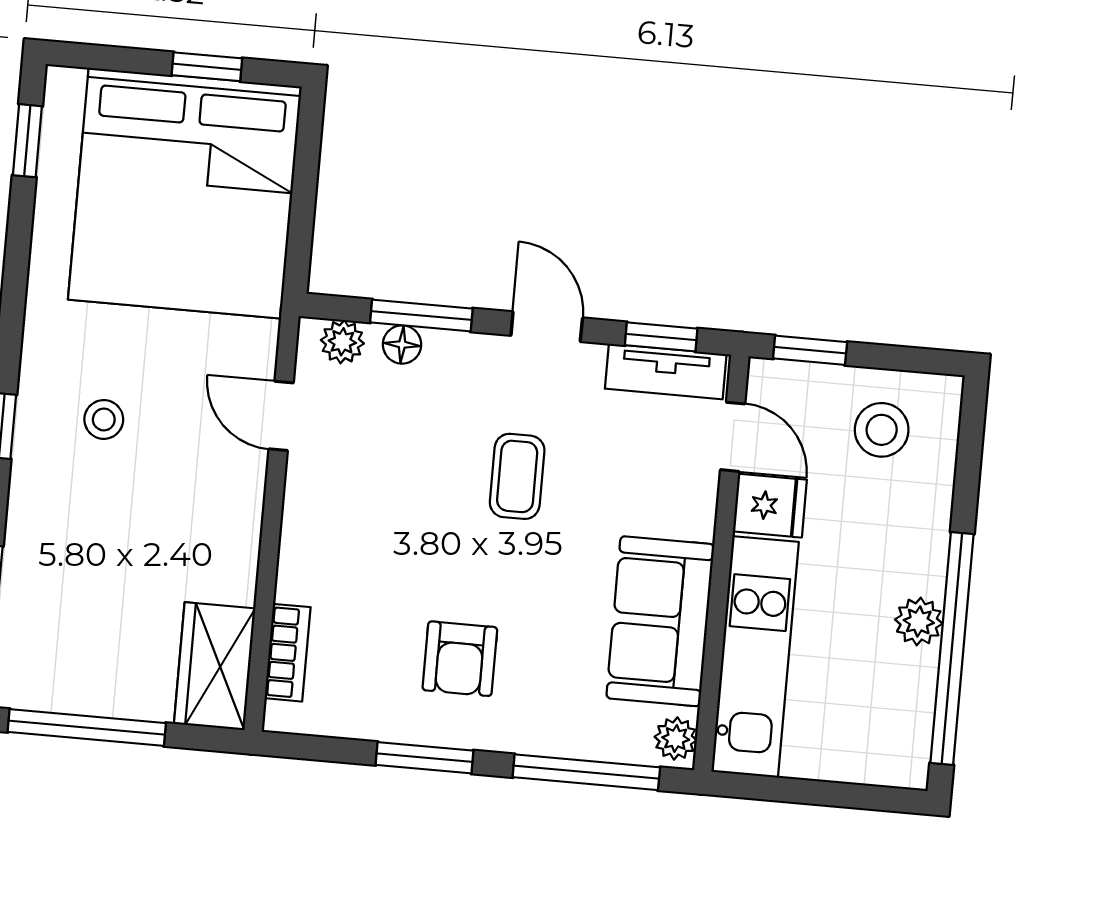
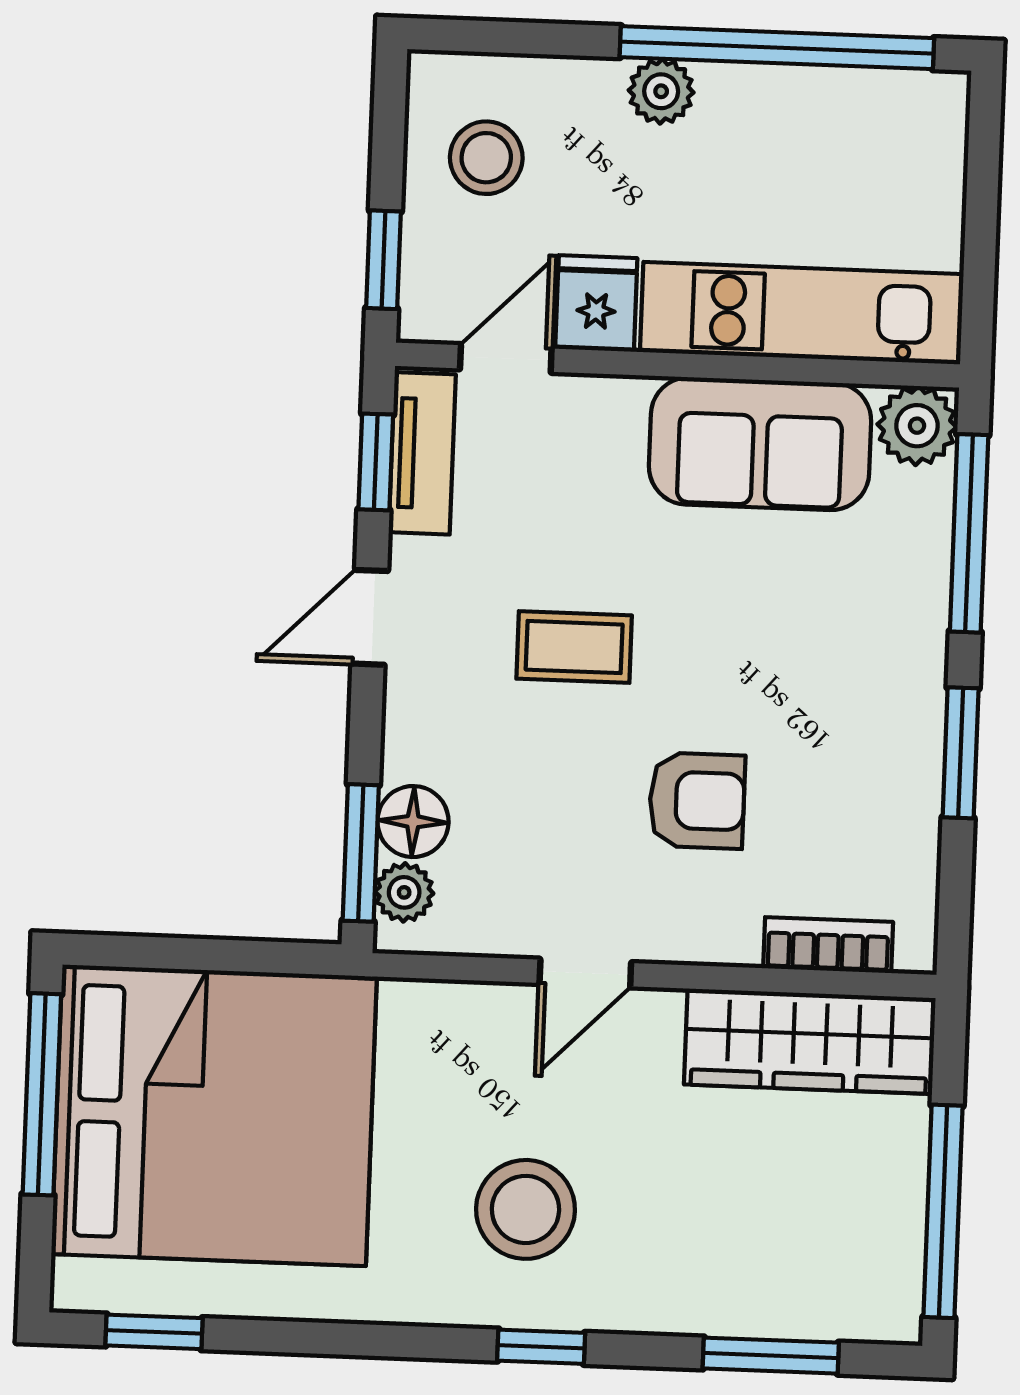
window: (207, 67) -> (42, 1094), width x2.17
window: (421, 316) -> (361, 853), moved
floor lamp: (402, 344) -> (413, 822), width x1.37, depth x1.37
door: (281, 416) -> (585, 973), moved
stool: (104, 419) -> (525, 1209), width x1.89, depth x1.89
plant: (919, 621) -> (661, 91), moved
armchair: (460, 659) -> (697, 801), moved
wardrobe: (215, 666) -> (810, 1041), width x1.50
plant: (676, 738) -> (917, 426), width x1.38, depth x1.38

